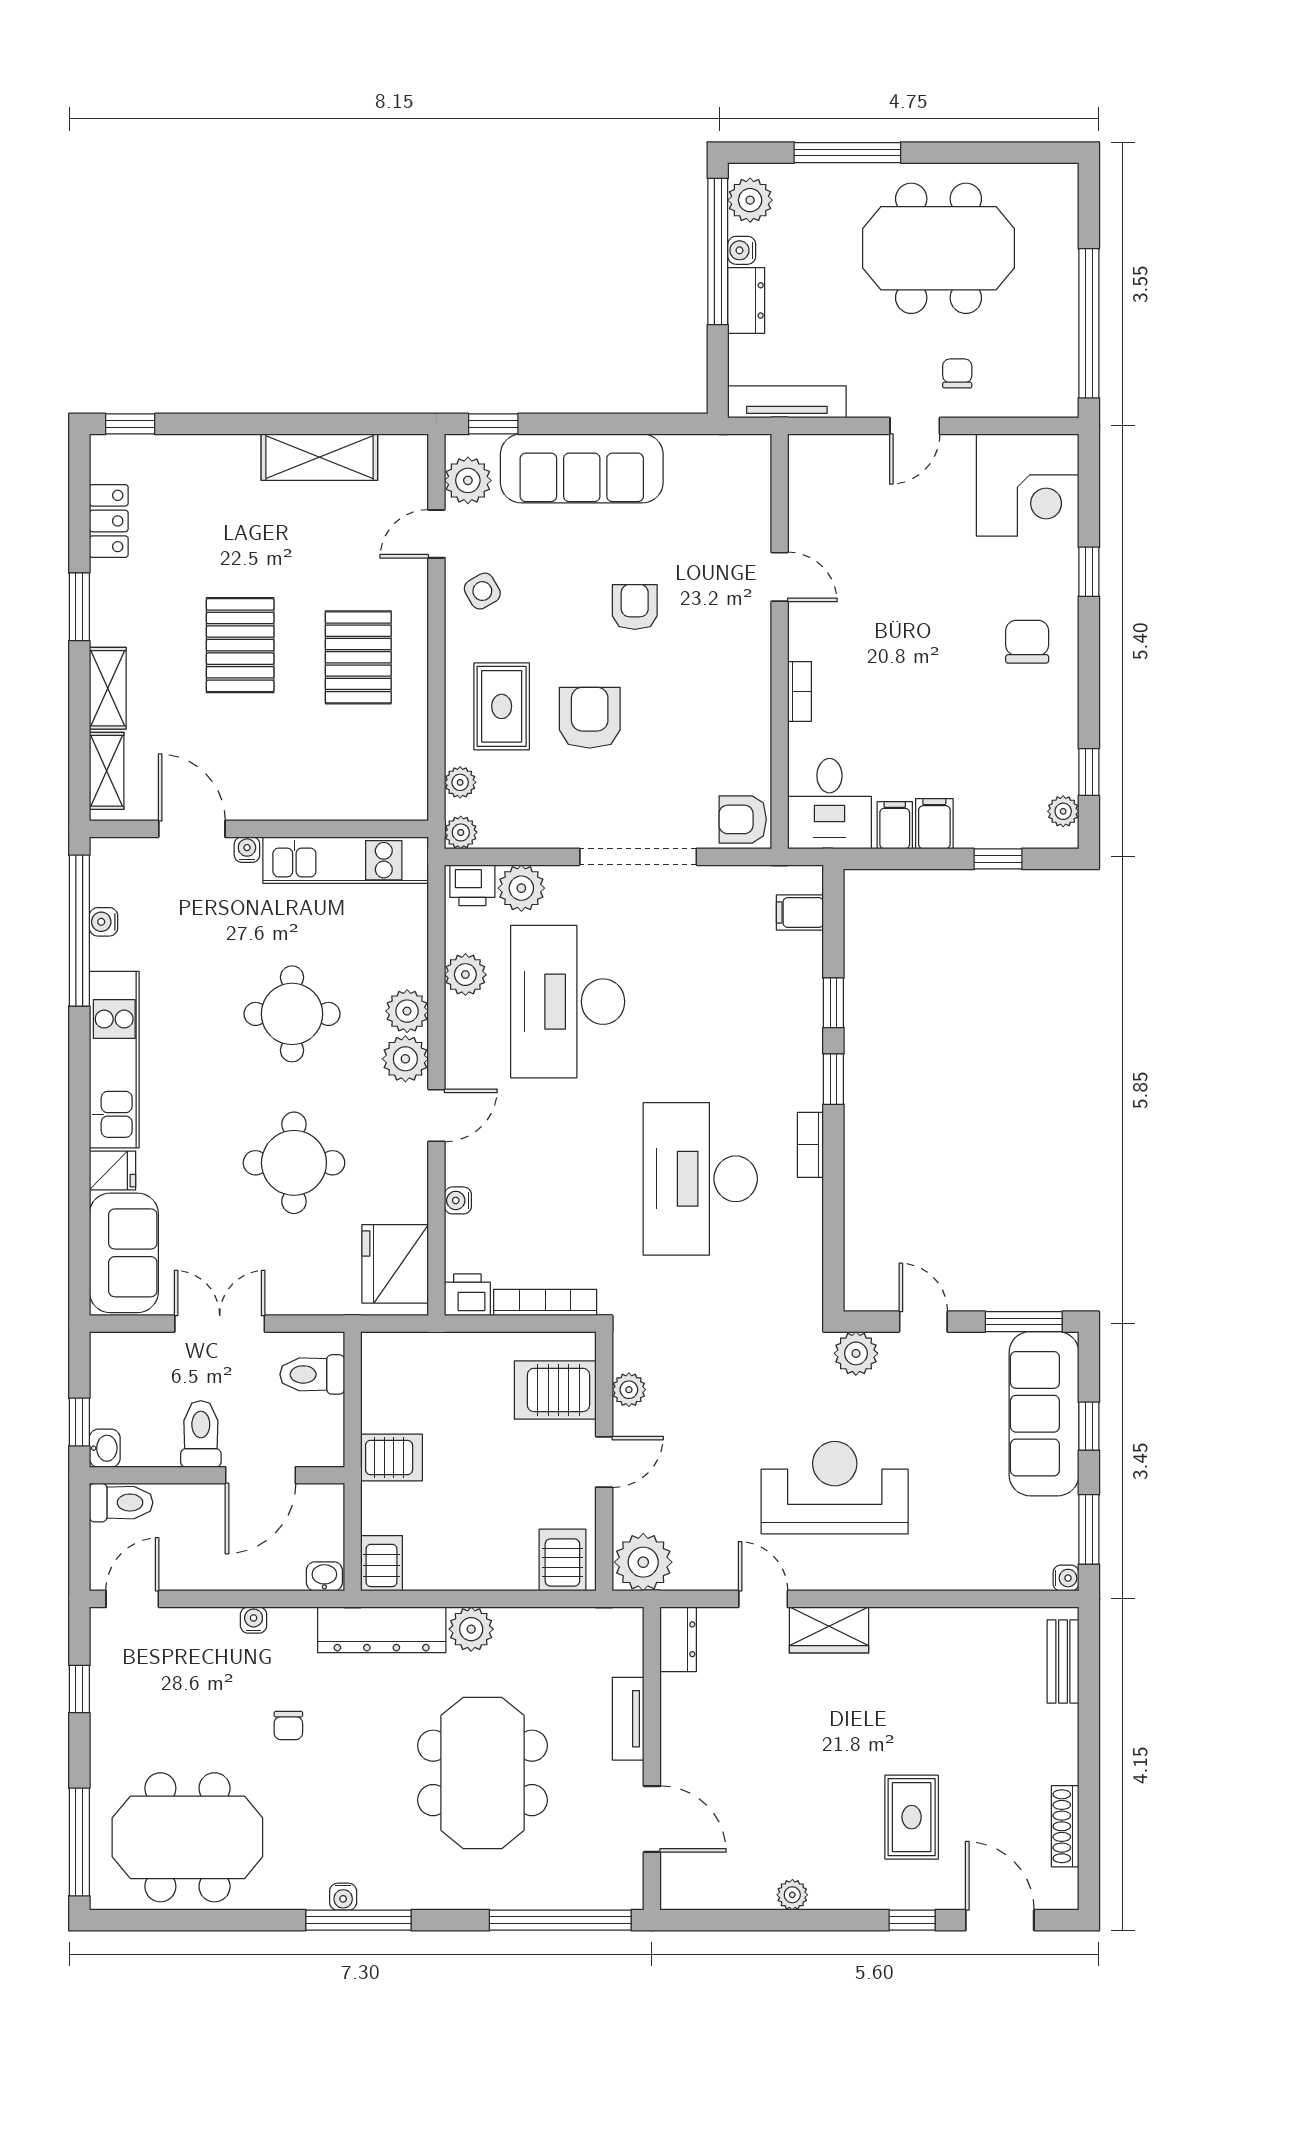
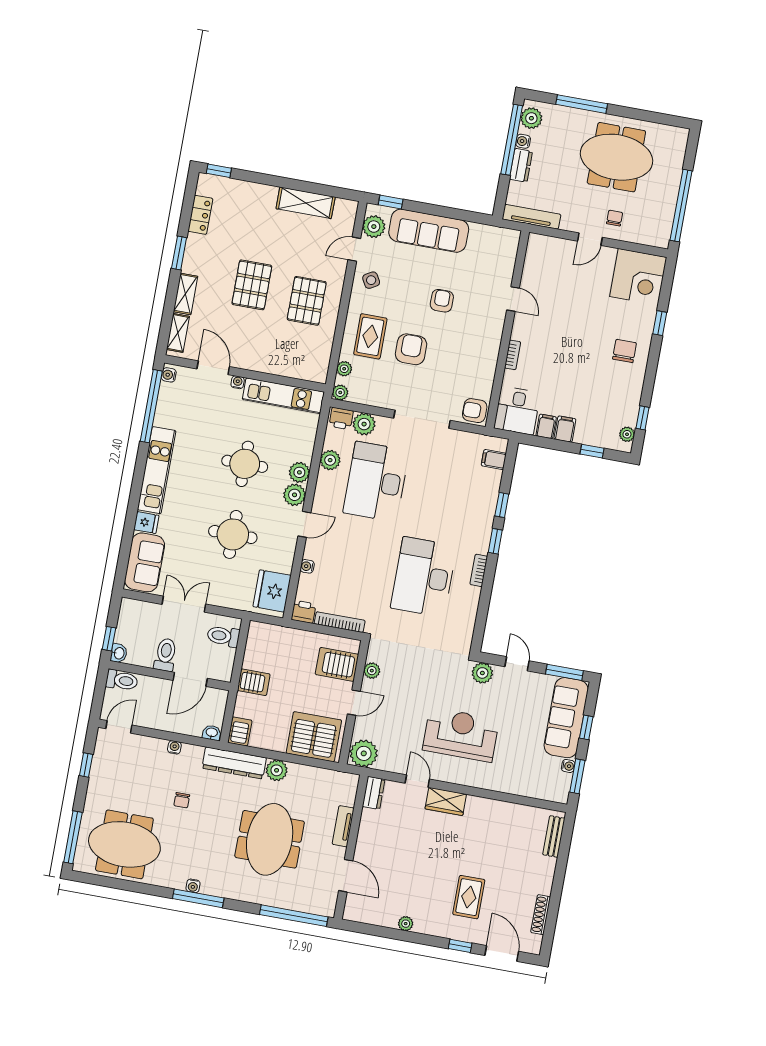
water cooler: (104, 922) -> (169, 375), moved
server rack: (562, 1560) -> (314, 737), width x2.18, depth x1.44
water cooler: (1066, 1578) -> (568, 766), moved

